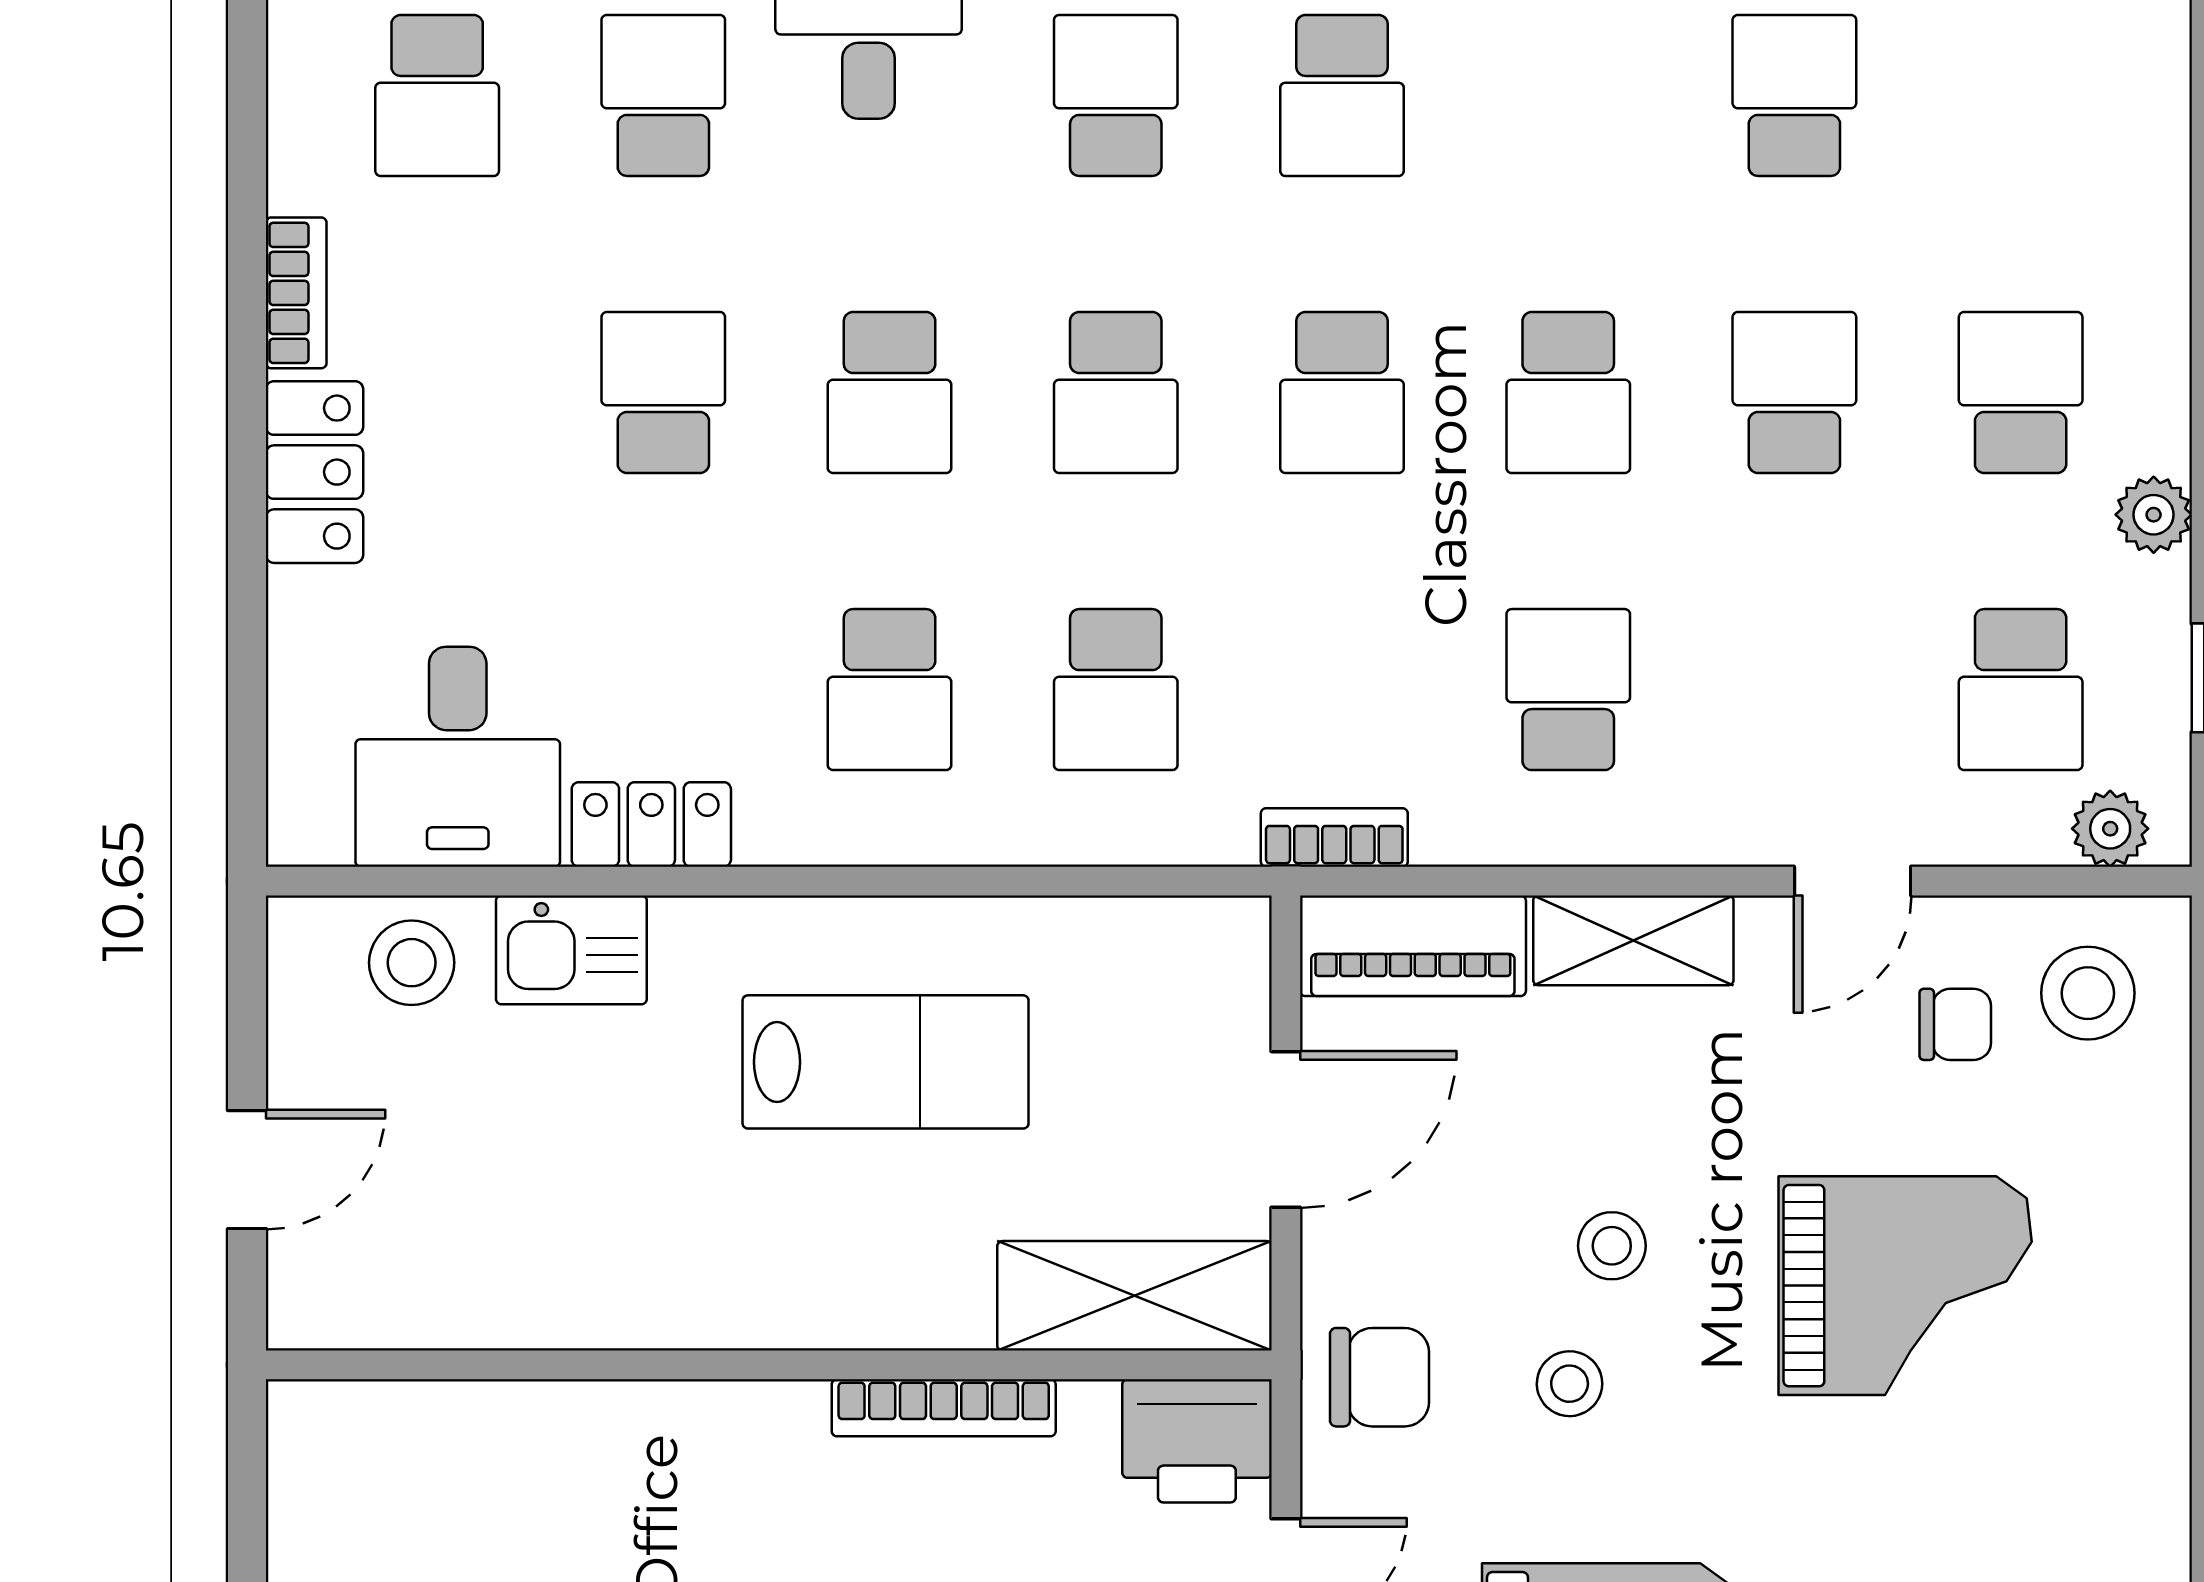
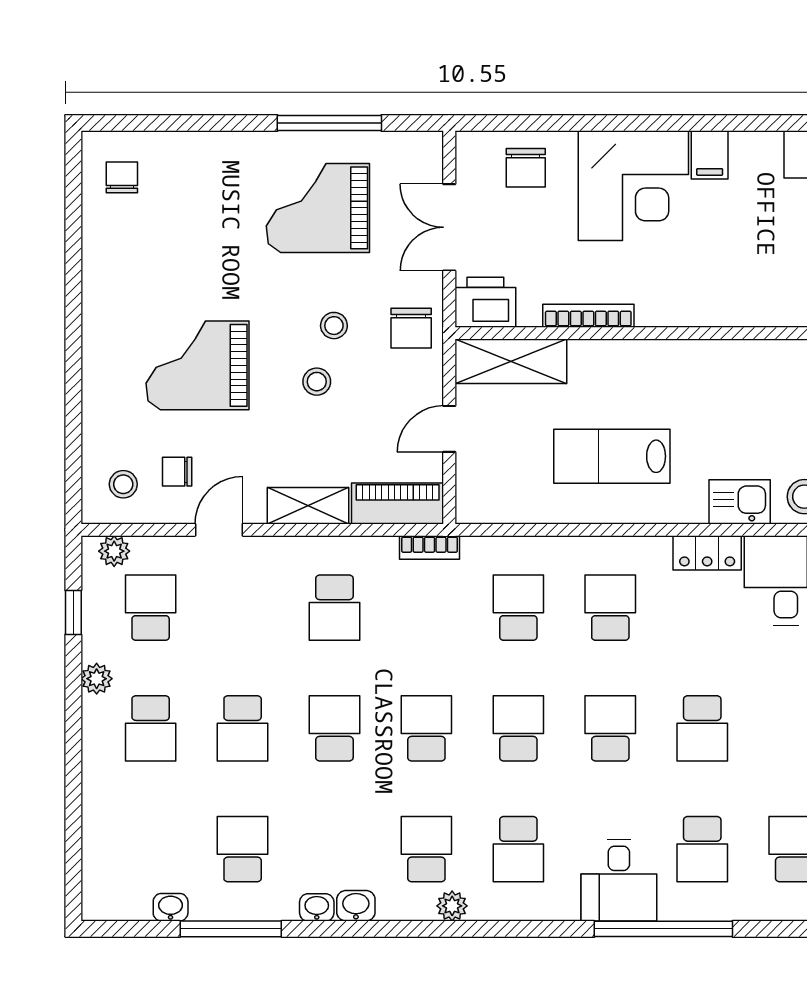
school desk: (1794, 95) -> (243, 849), turned 180
stool: (2088, 993) -> (123, 484), width x0.73, depth x0.73
door: (1286, 1129) -> (449, 429), width x0.73
chair: (1379, 1377) -> (411, 328), turned -90

